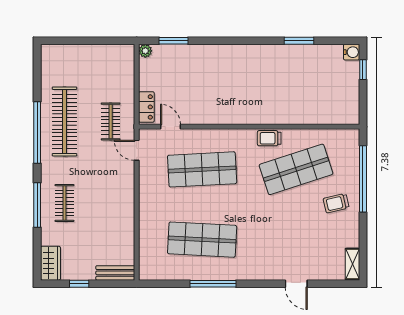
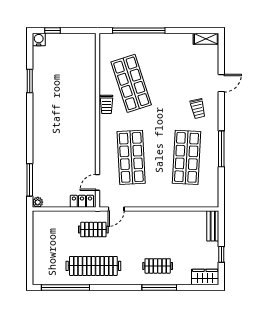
window: (174, 41) -> (30, 180), width x1.44
window: (37, 132) -> (65, 287), moved
trolley: (336, 203) -> (198, 109), moved

